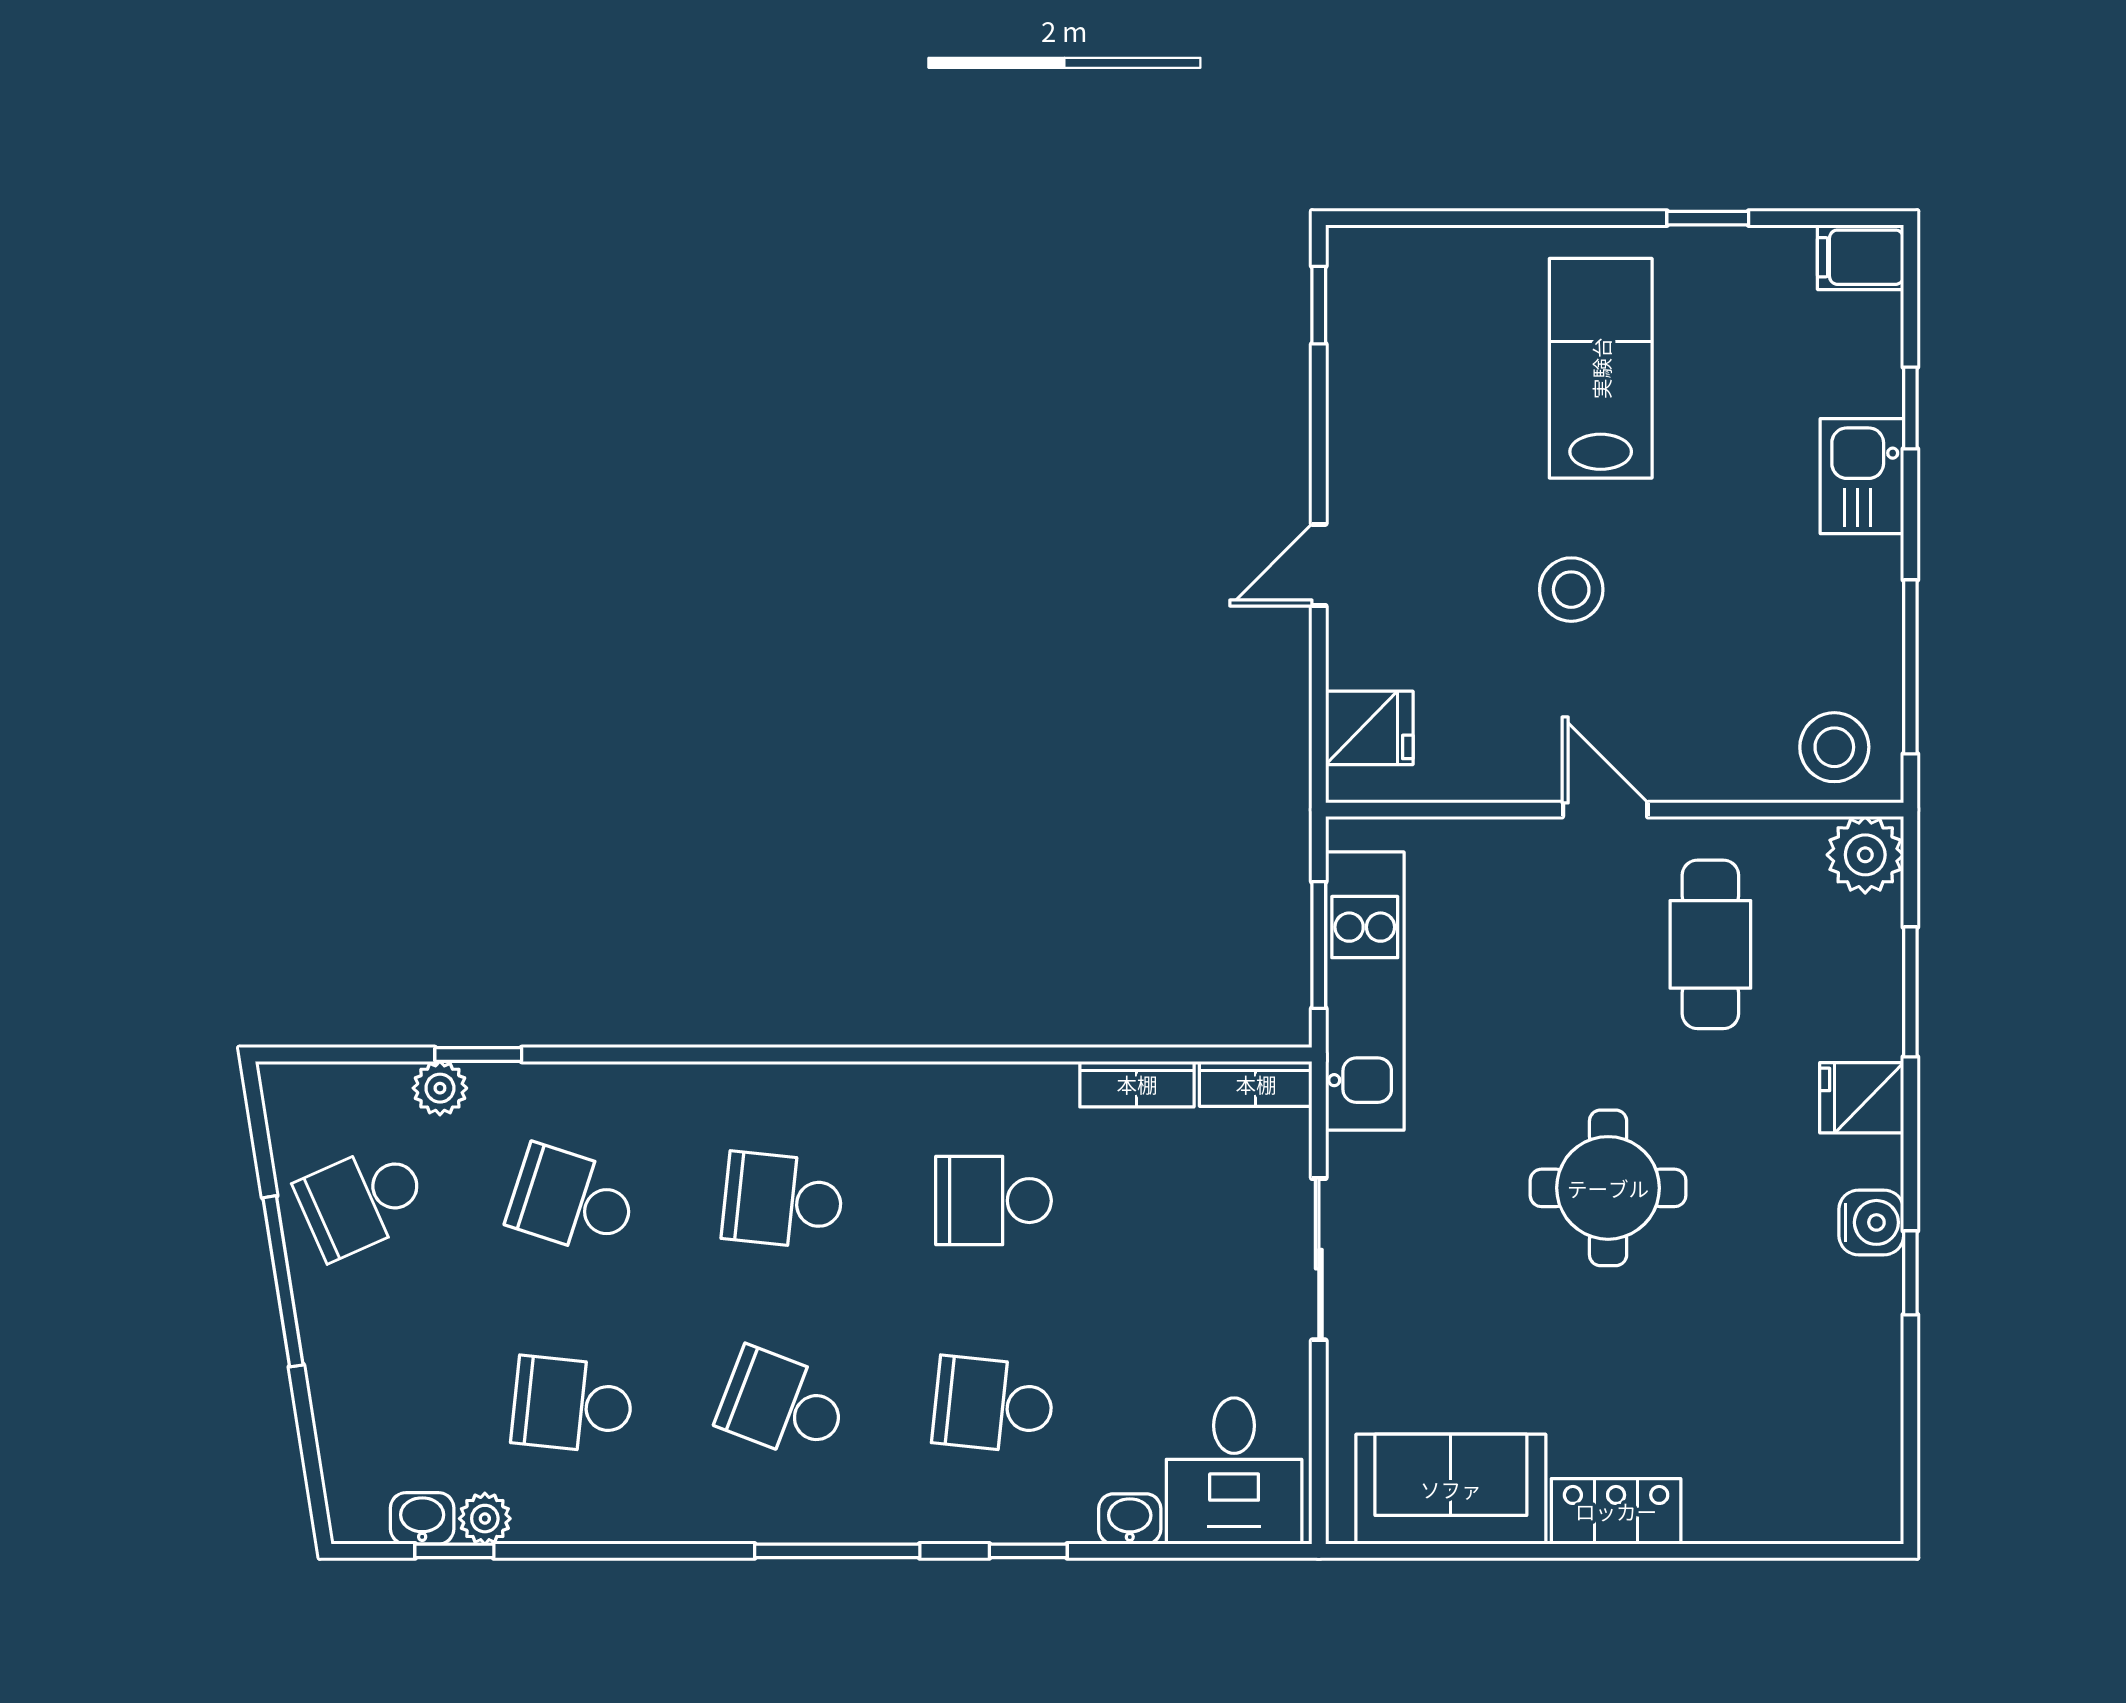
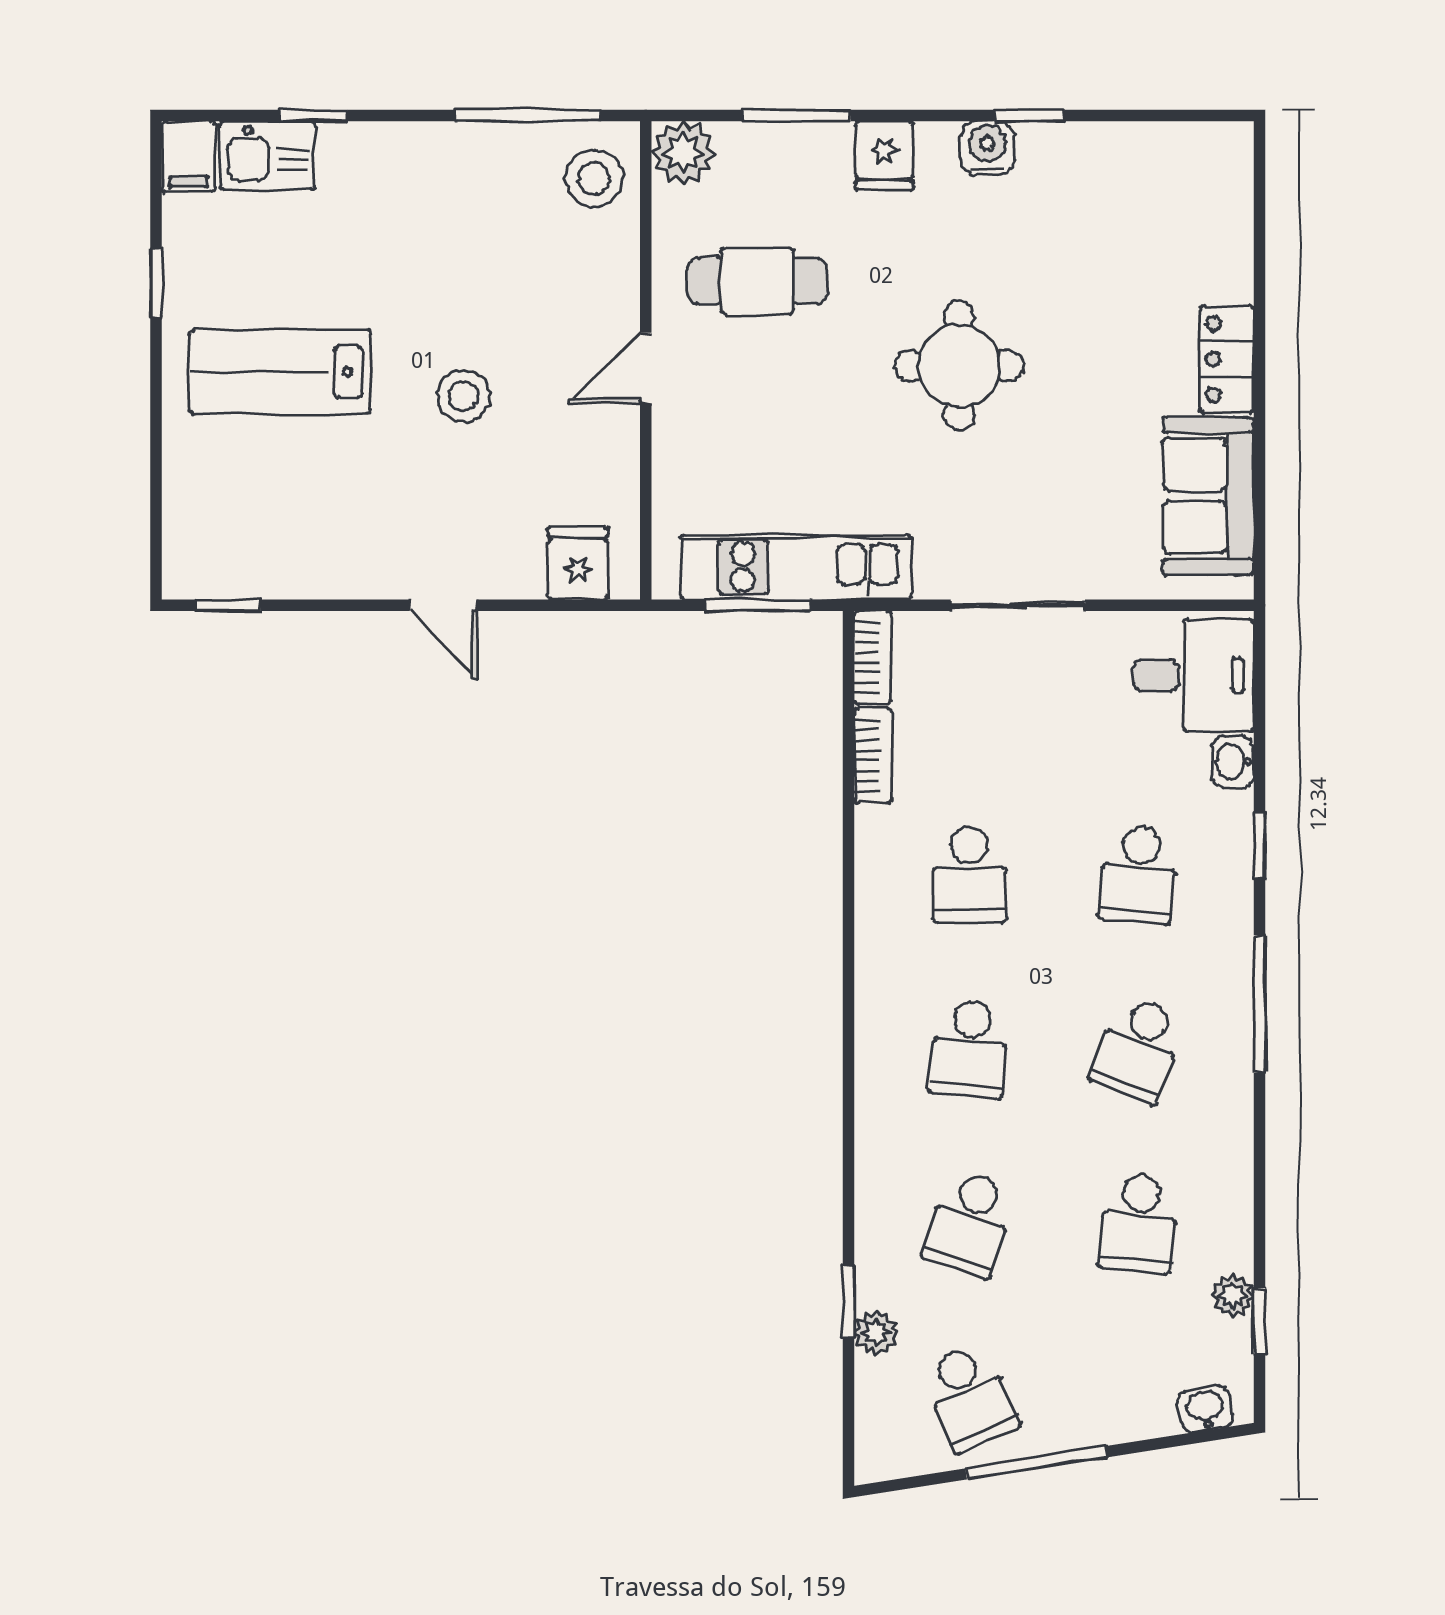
kitchen sink: (1862, 476) -> (267, 156), moved
washbasin: (422, 1518) -> (1205, 1409), moved, turned 81

